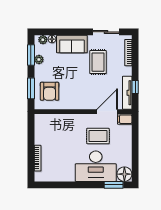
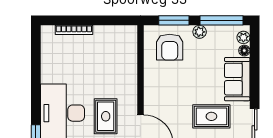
window: (31, 55) -> (222, 20), width x1.44
plant: (39, 60) -> (200, 32), moved
armchair: (50, 91) -> (170, 47), turned -90

